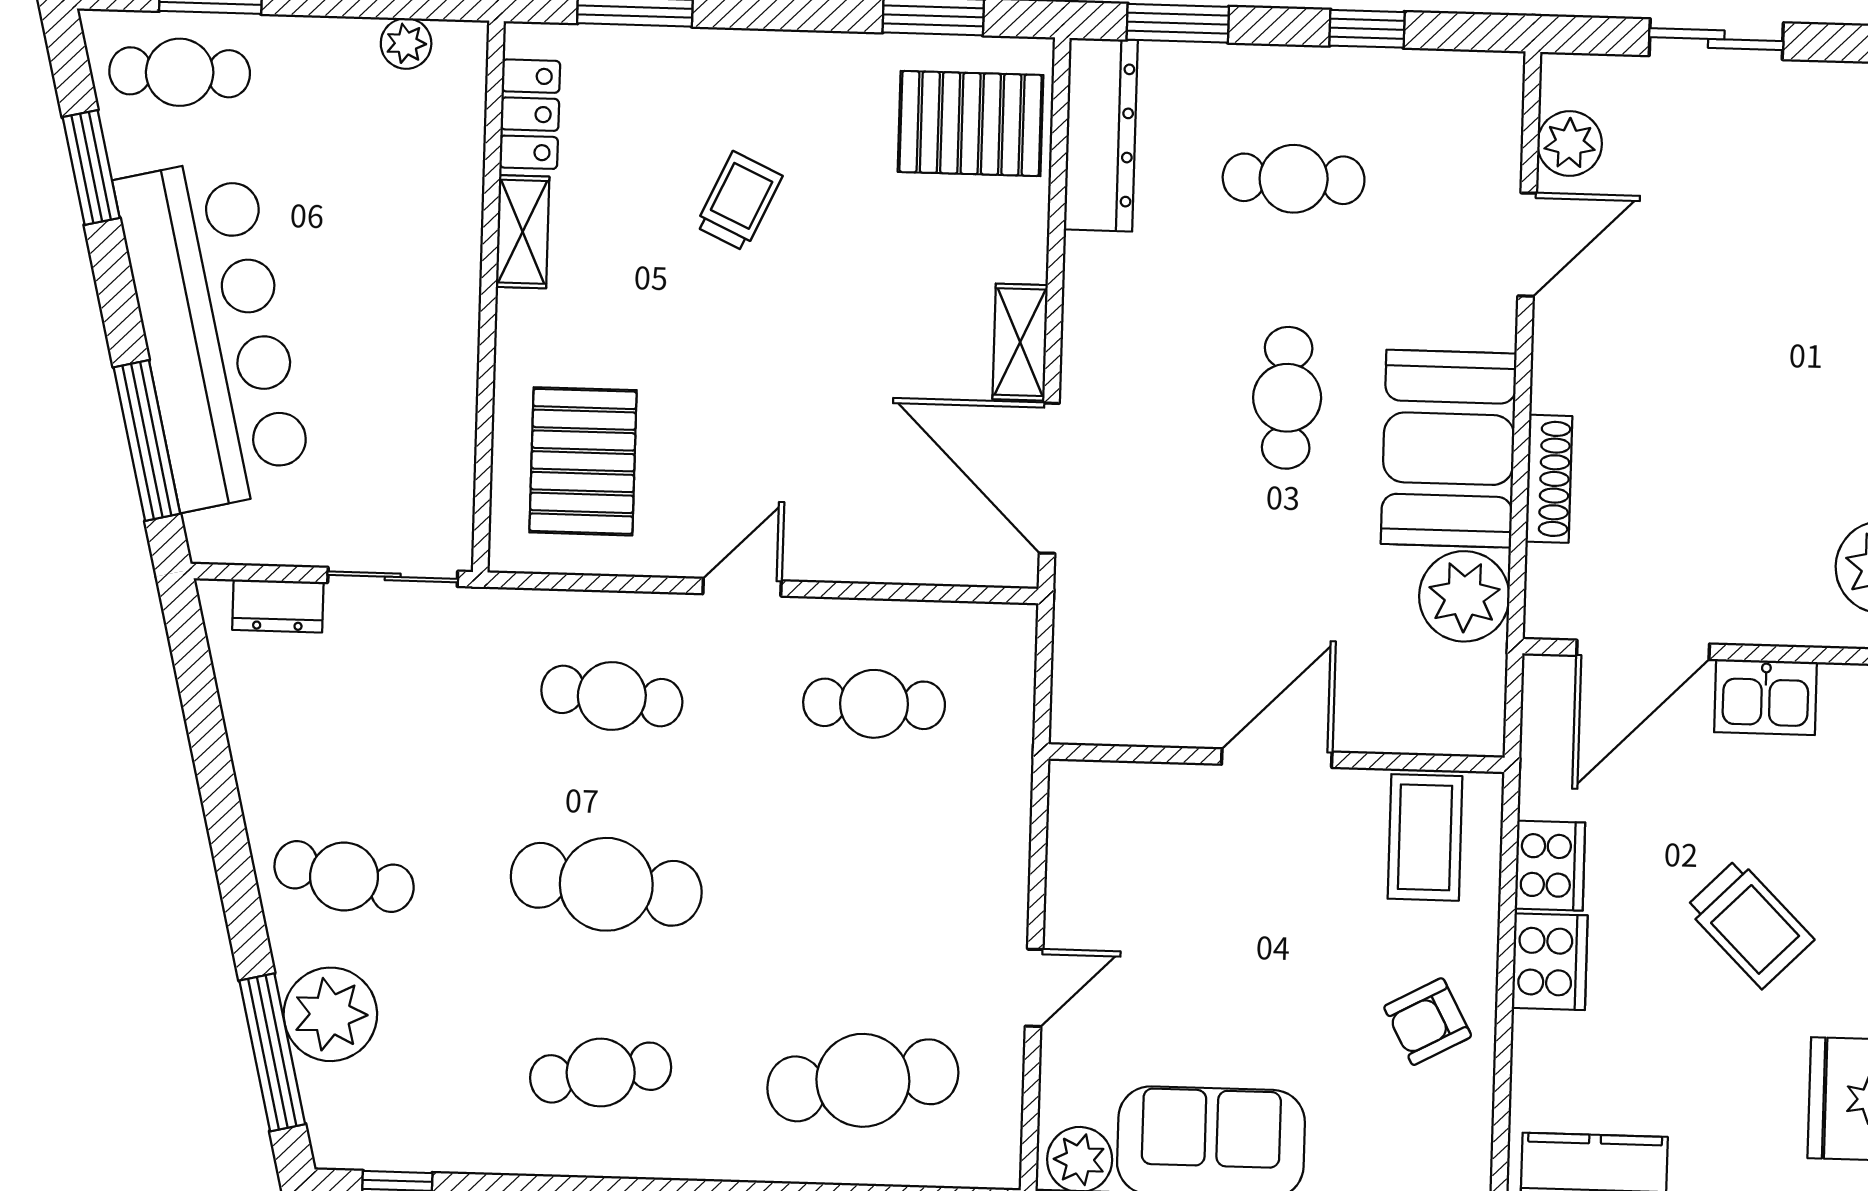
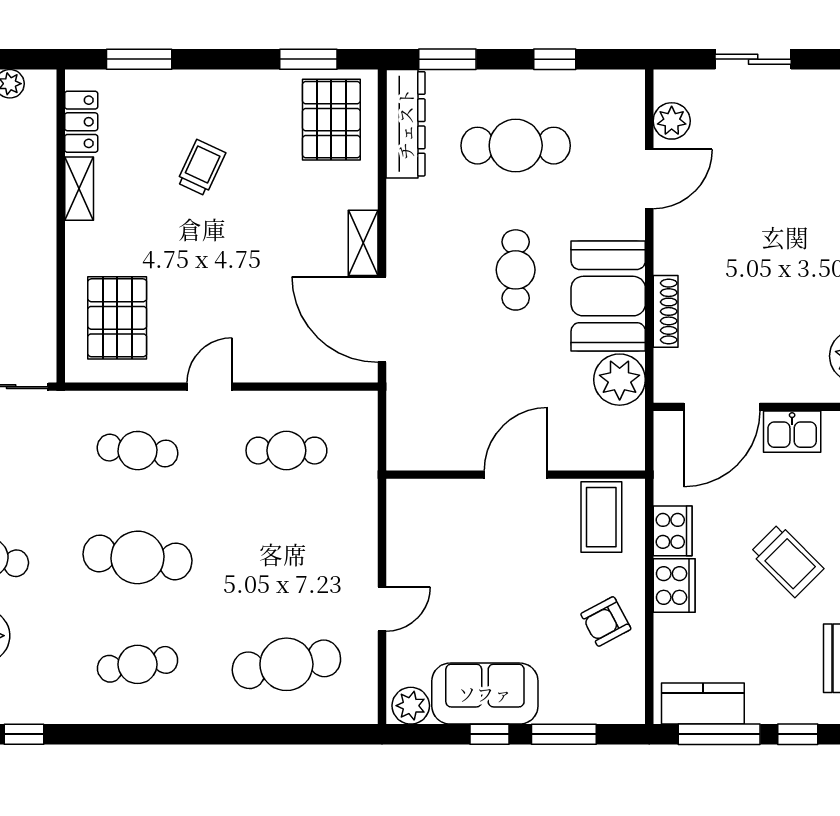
pallet: (971, 123) -> (331, 120), turned 90
cafe table: (1294, 179) -> (516, 146), width x1.37, depth x1.35

